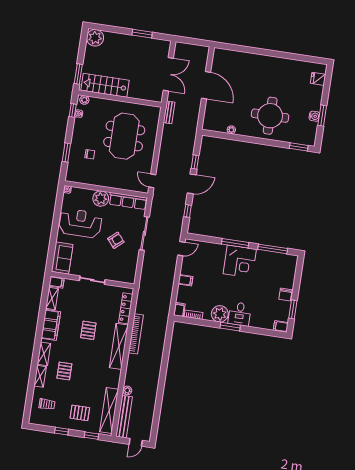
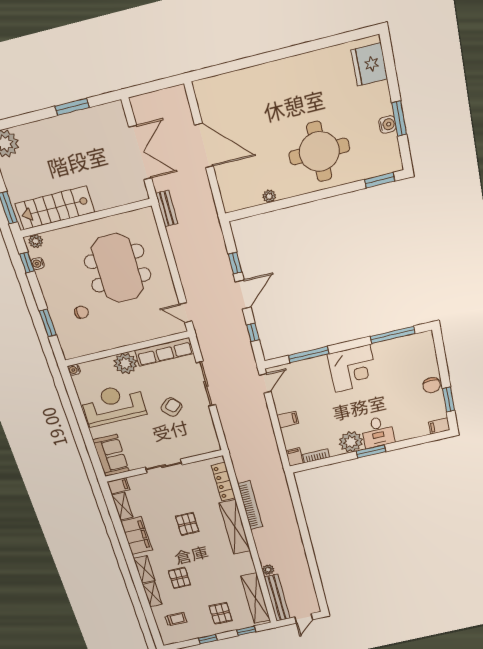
fridge: (318, 79) -> (369, 64), width x1.88, depth x1.34
window: (235, 243) -> (309, 355), moved
pallet: (80, 413) -> (221, 613), turned 90

